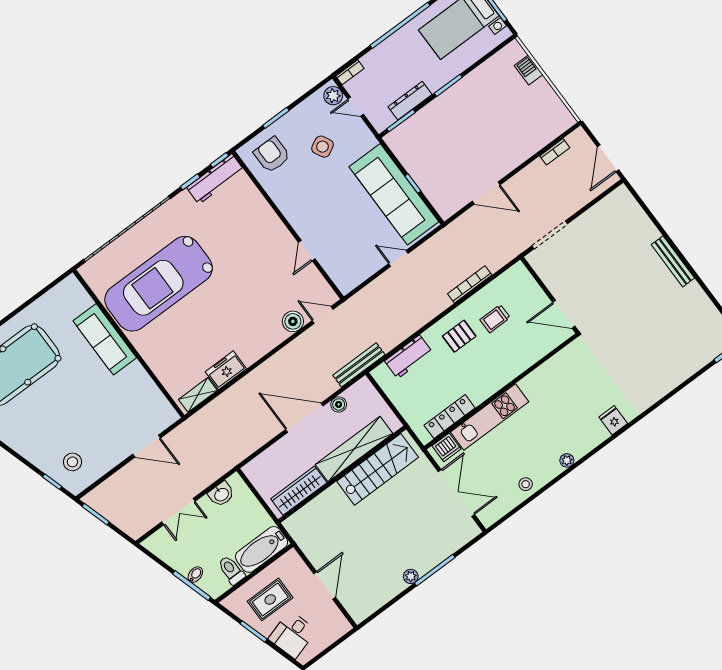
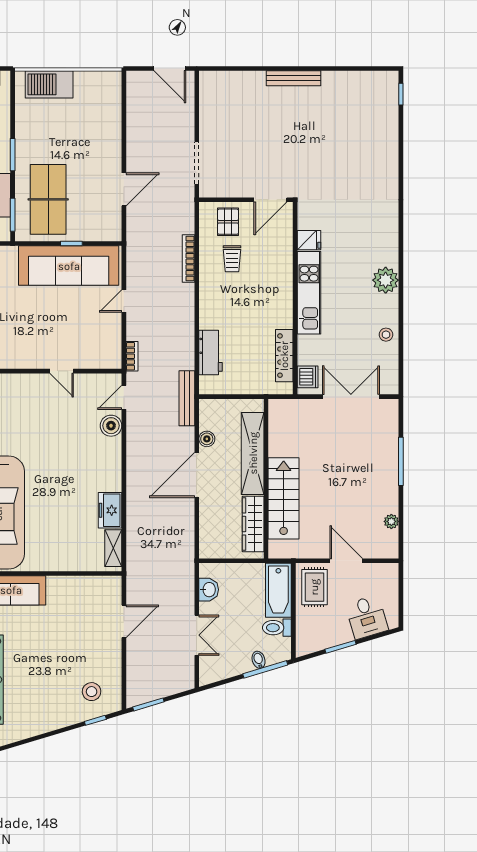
barbecue: (529, 70) -> (49, 84), width x1.88, depth x1.53
table tennis table: (434, 139) -> (48, 199), added
bookcase: (555, 152) -> (132, 356), moved
pallet: (459, 336) -> (228, 222), moved
kitchen unit: (490, 417) -> (309, 293), moved
fridge: (613, 420) -> (309, 240), moved, turned 180
plant: (567, 460) -> (386, 280), width x1.87, depth x1.87
stairs: (378, 469) -> (284, 498), moved
plant: (411, 576) -> (391, 521), moved
rug: (270, 599) -> (314, 587), moved

